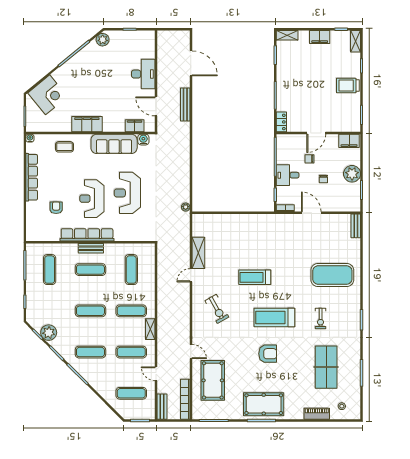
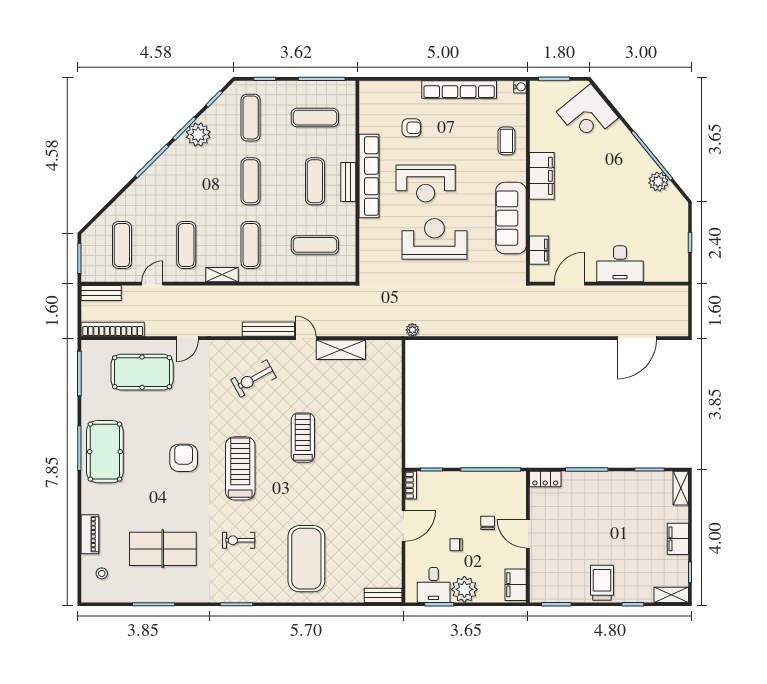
plant: (103, 40) -> (658, 182), moved
bench: (185, 105) -> (268, 329), moved
water cooler: (143, 140) -> (518, 264), removed
desk: (288, 175) -> (434, 585), moved, turned 180
reception desk: (92, 199) -> (426, 183), turned 180
plant: (49, 333) -> (198, 135), moved
exercise mat: (90, 352) -> (251, 118), moved
armchair: (268, 354) -> (184, 458), turned 180

